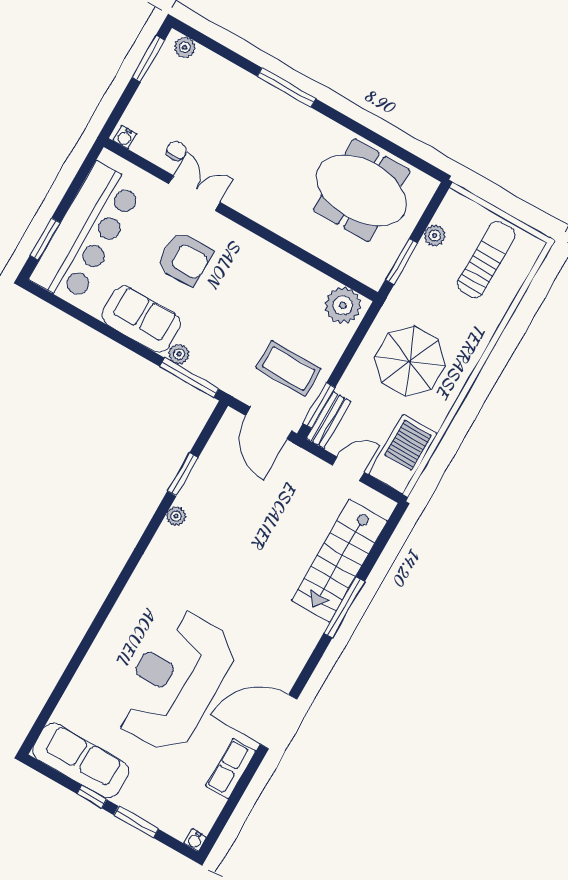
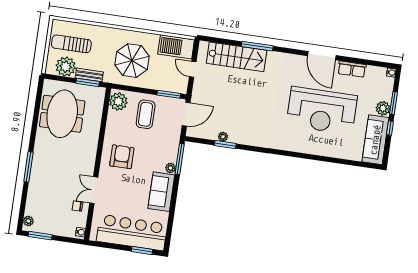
plant: (435, 235) -> (66, 67), width x1.87, depth x1.87
armchair: (185, 259) -> (122, 157), moved
coffee table: (289, 368) -> (146, 114), moved
bench: (329, 420) -> (89, 75), moved
plant: (176, 516) -> (223, 137), moved
plant: (134, 798) -> (383, 108), added

